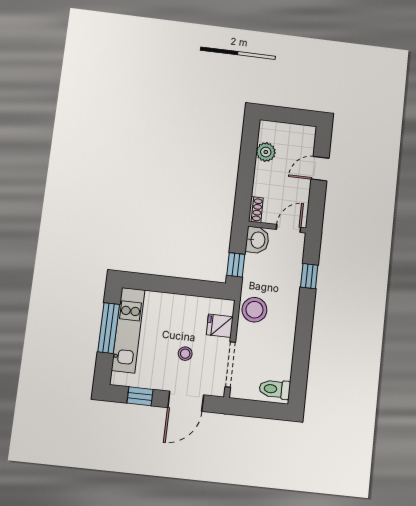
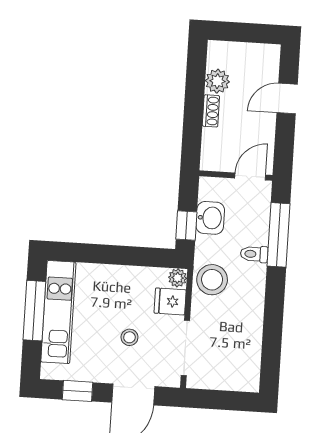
shoe rack: (256, 210) -> (211, 111), moved
washbasin: (257, 240) -> (210, 218), moved
window: (309, 276) -> (278, 235), width x2.17
plant: (227, 307) -> (178, 278), added
toilet: (275, 389) -> (254, 254), moved, width x0.73, depth x0.72

